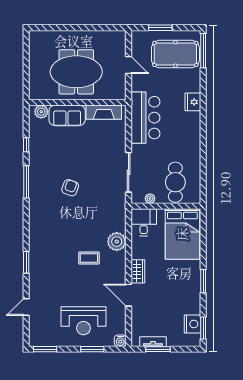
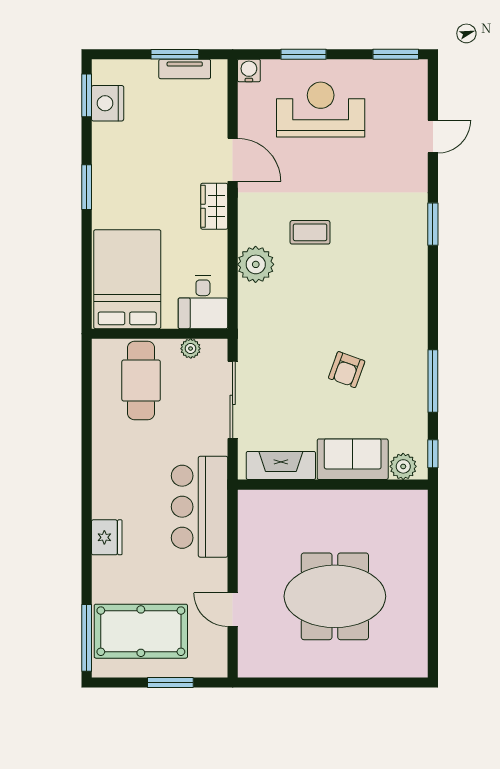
wall: (77, 102) -> (333, 485), moved
plant: (41, 112) -> (403, 466), moved
fireplace: (104, 112) -> (281, 465), moved
sofa: (67, 115) -> (353, 459), moved

